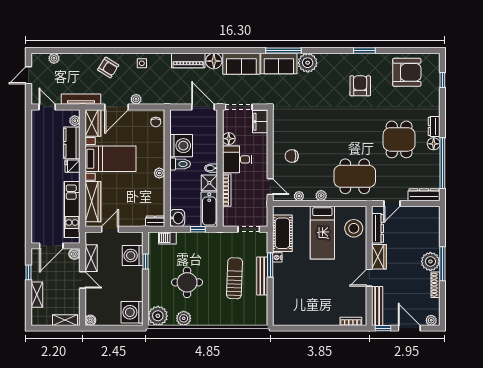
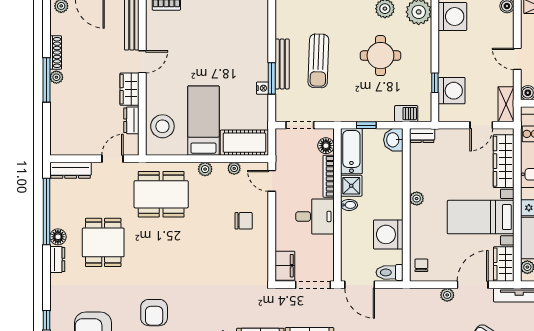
floor lamp: (229, 139) -> (326, 146), moved
toilet: (180, 164) -> (390, 272), moved
dresser: (377, 228) -> (131, 120), width x0.70
cot: (282, 233) -> (244, 143), moved, turned 90
shelving: (91, 258) -> (506, 104), moved
plant: (430, 261) -> (56, 77), width x0.53, depth x0.53

